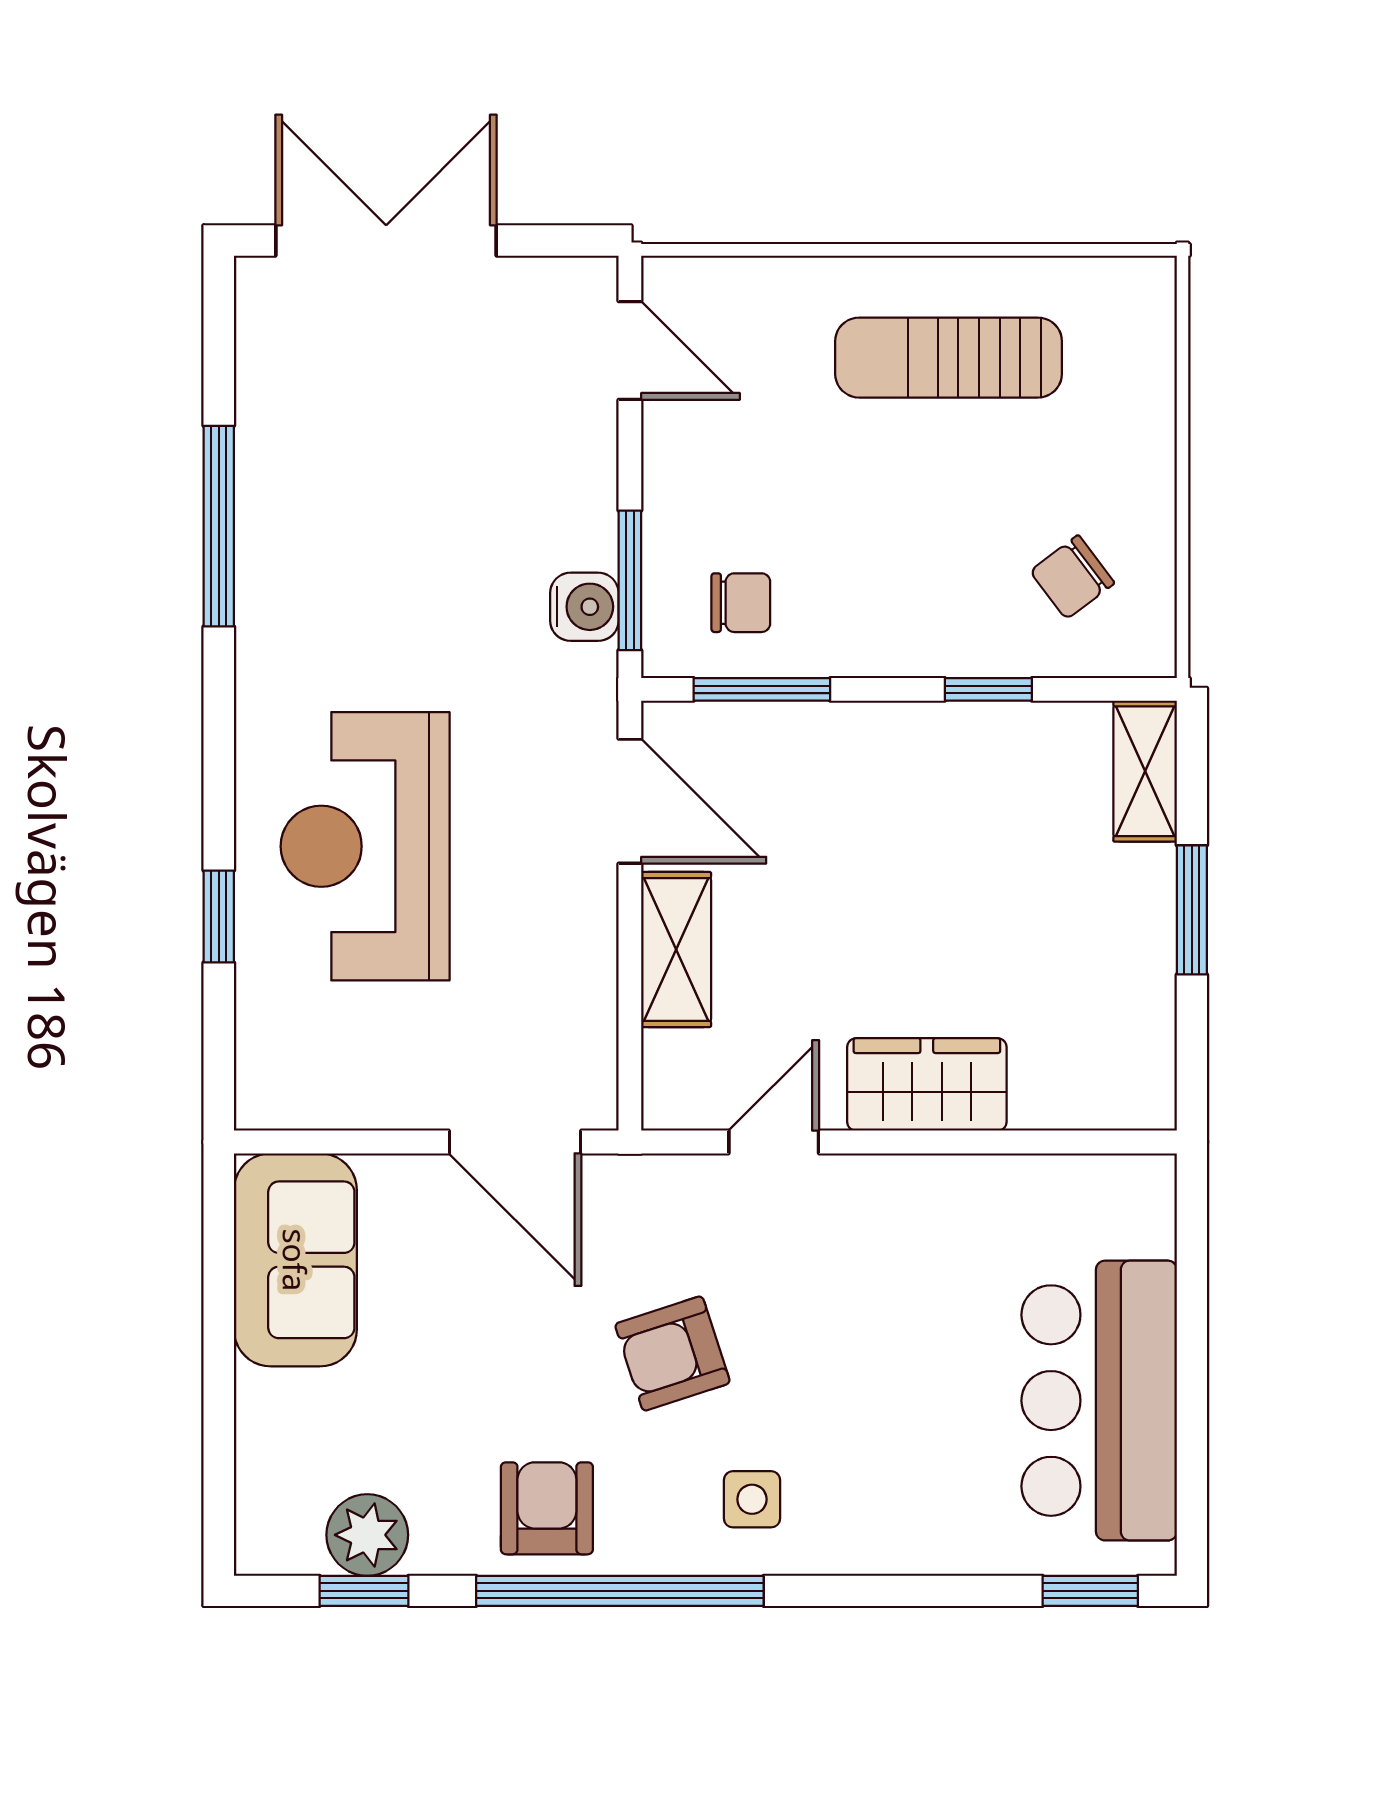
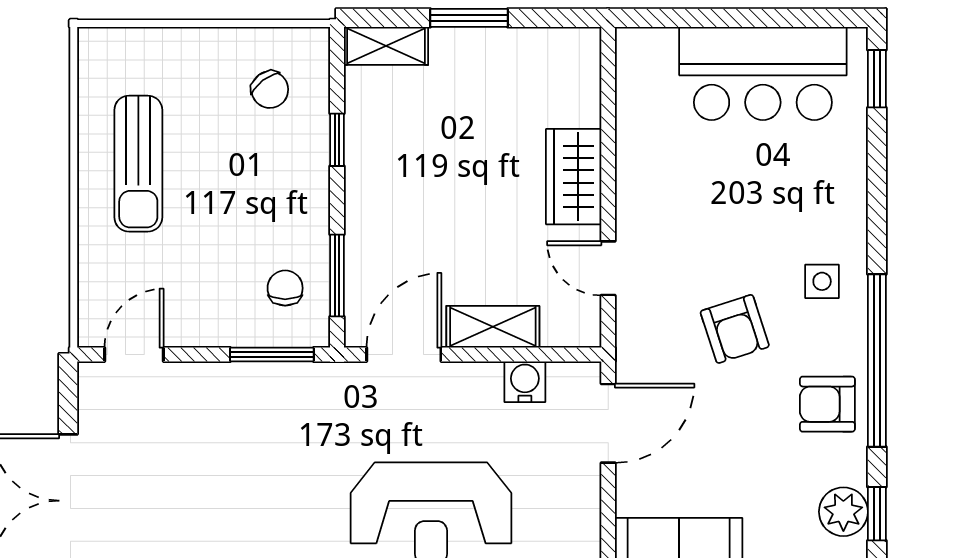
water cooler: (584, 607) -> (525, 382), moved

